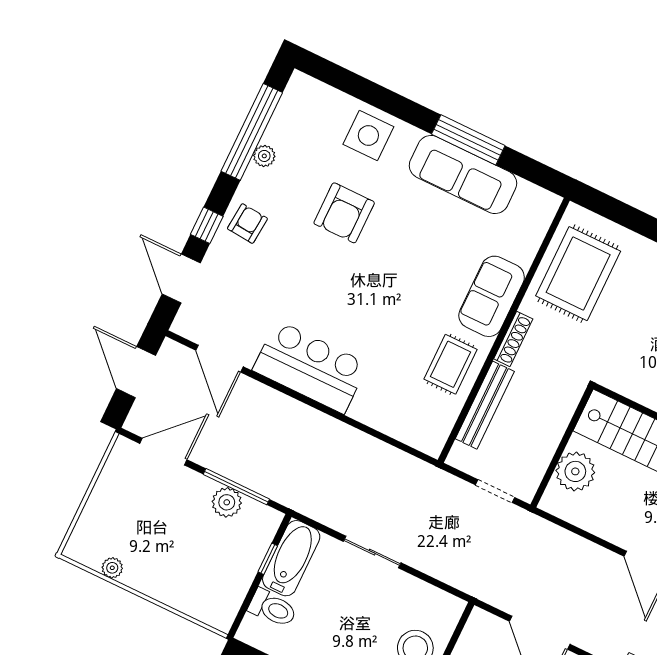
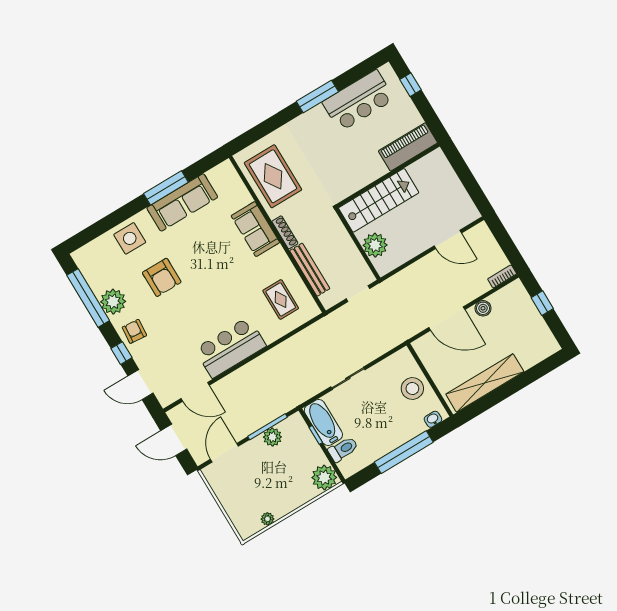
plant: (264, 156) -> (113, 302), width x1.88, depth x1.88
rug: (451, 364) -> (281, 299), moved
plant: (218, 608) -> (324, 477), added

